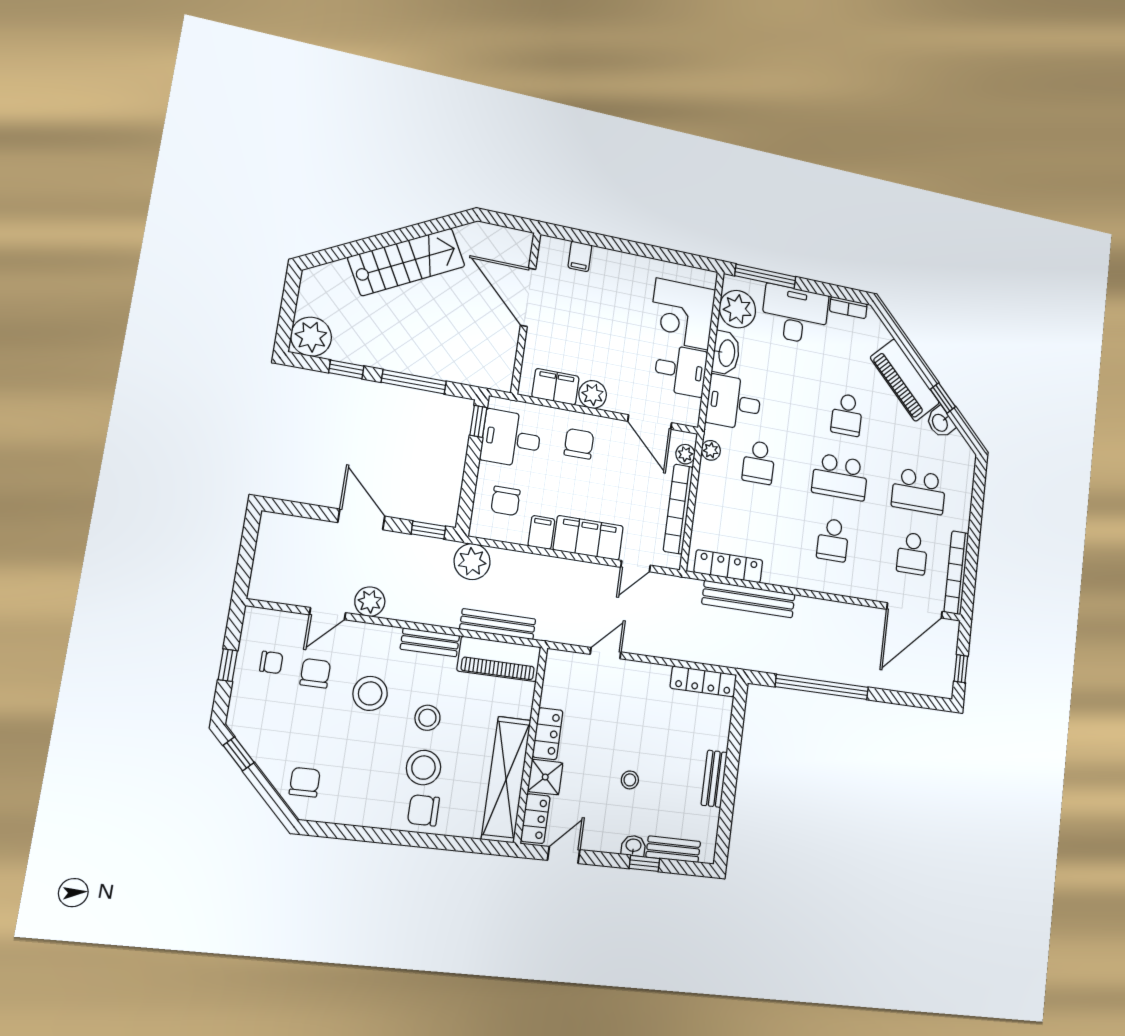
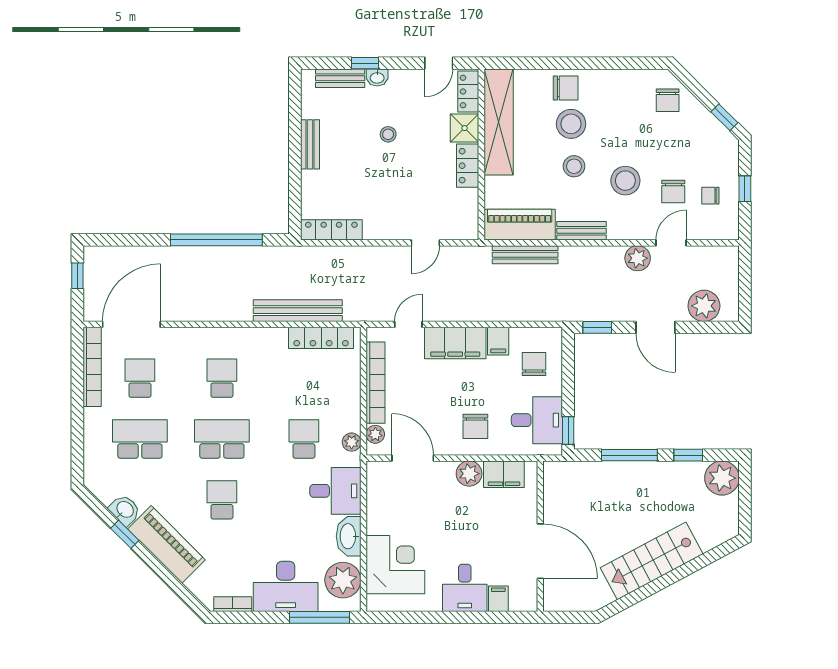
desk: (681, 370) -> (465, 588), moved, turned -90
plant: (472, 562) -> (704, 306), moved

